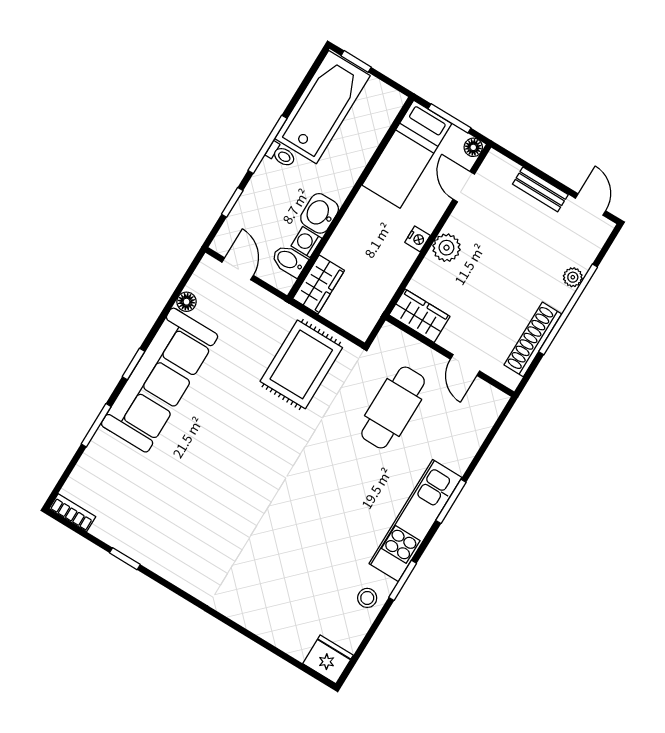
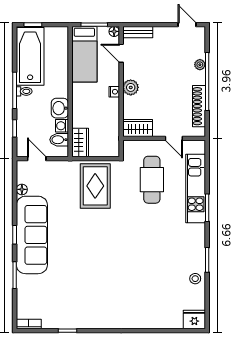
bench: (540, 189) -> (138, 32), moved
kitchen unit: (415, 521) -> (196, 188), moved

